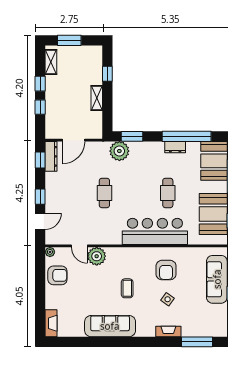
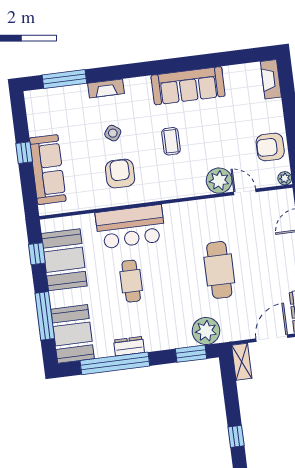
shelving: (97, 98) -> (242, 362), moved
cafe table: (104, 193) -> (219, 270), width x1.37, depth x1.35
bar counter: (155, 231) -> (130, 227), width x0.73

